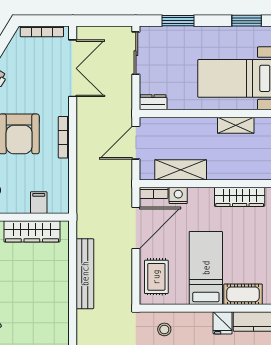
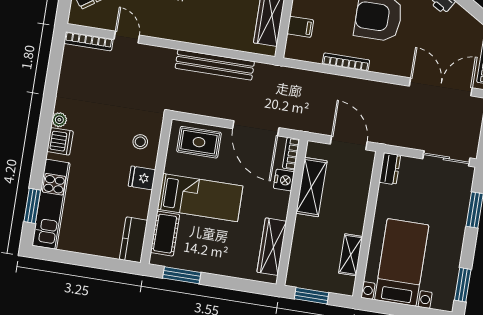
double door: (73, 68) -> (441, 87), swing flipped
bookcase: (64, 137) -> (346, 62), moved
fridge: (223, 323) -> (142, 178), moved

